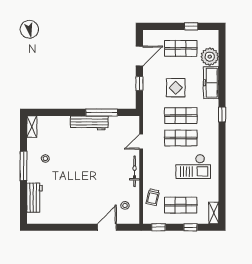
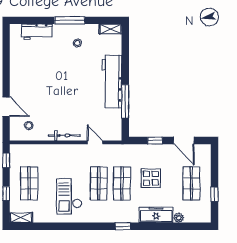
plant: (210, 57) -> (179, 218), width x0.53, depth x0.53
workbench: (89, 123) -> (112, 81), width x1.36, depth x1.32
trolley: (153, 197) -> (37, 154), removed

